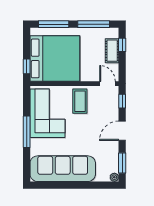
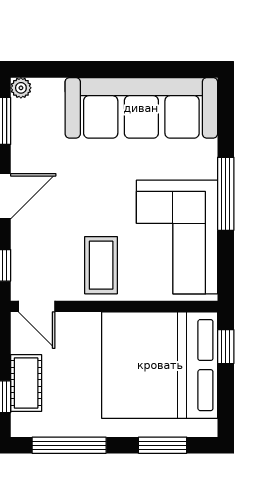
window: (54, 24) -> (163, 445), width x0.69

